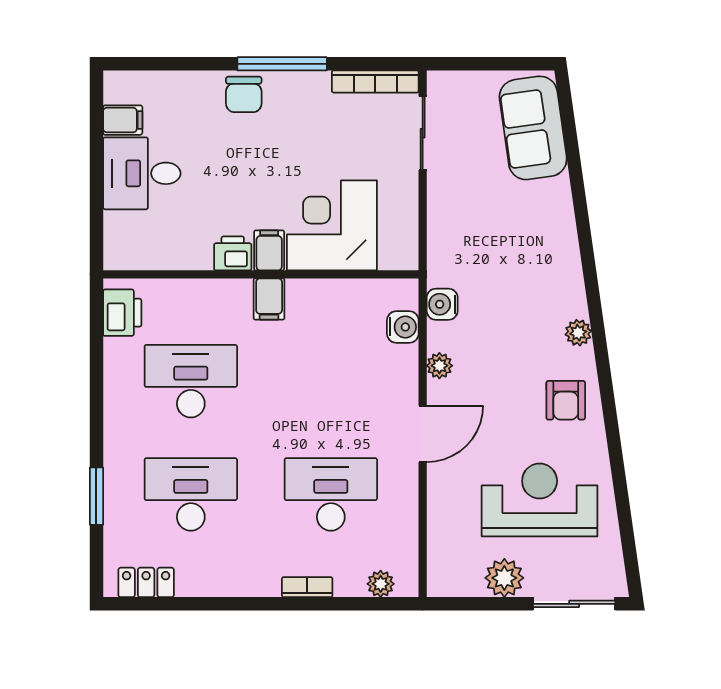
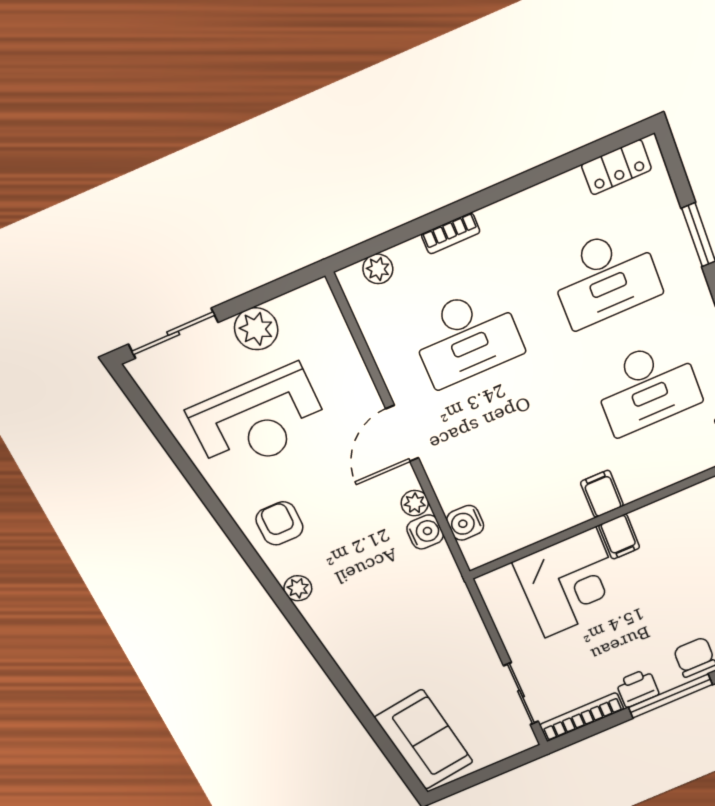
printer: (233, 253) -> (637, 688), moved, turned 180
water cooler: (442, 304) -> (425, 532), moved

